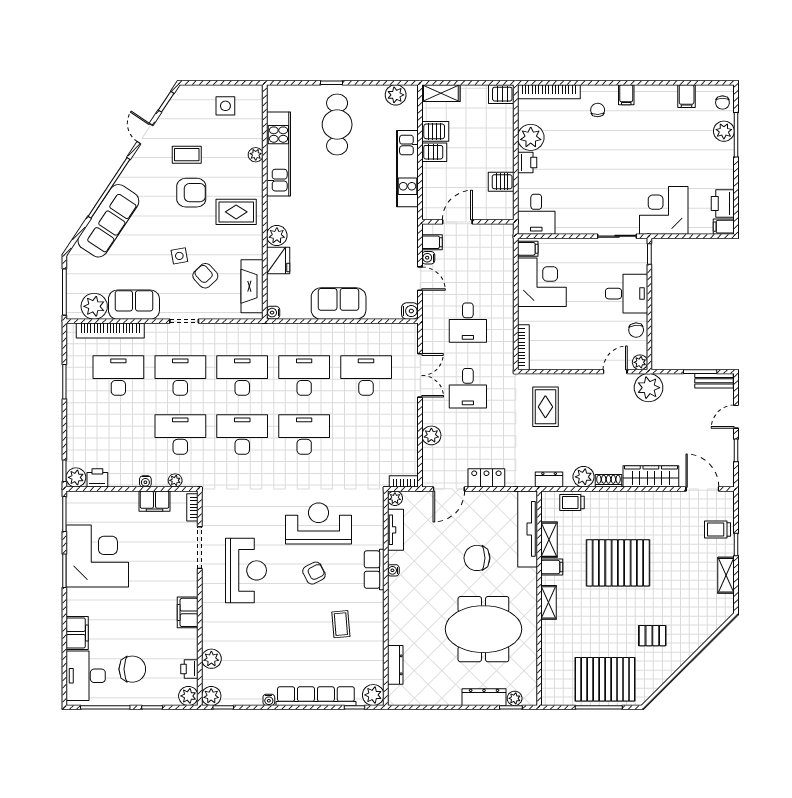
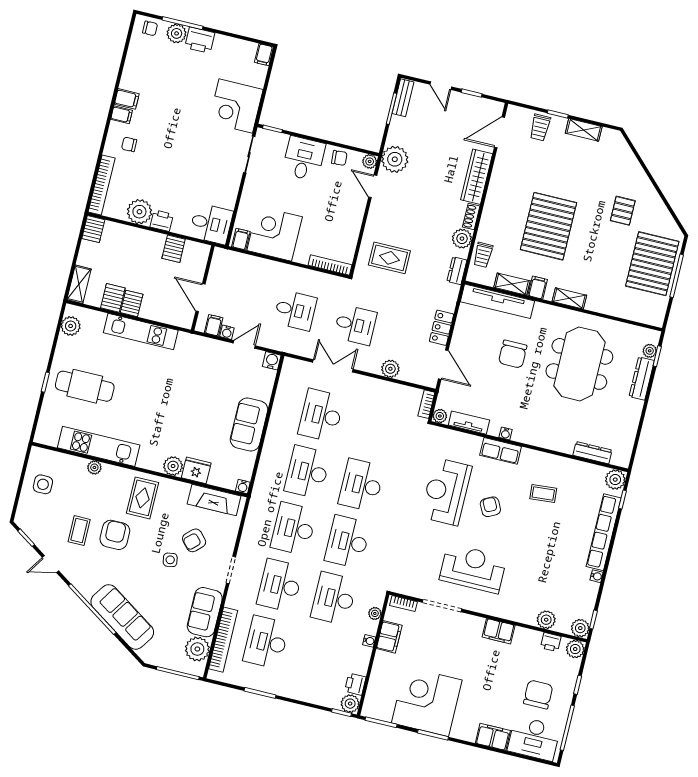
filing cabinet: (687, 96) -> (127, 99), moved
printer: (723, 204) -> (200, 40), moved

